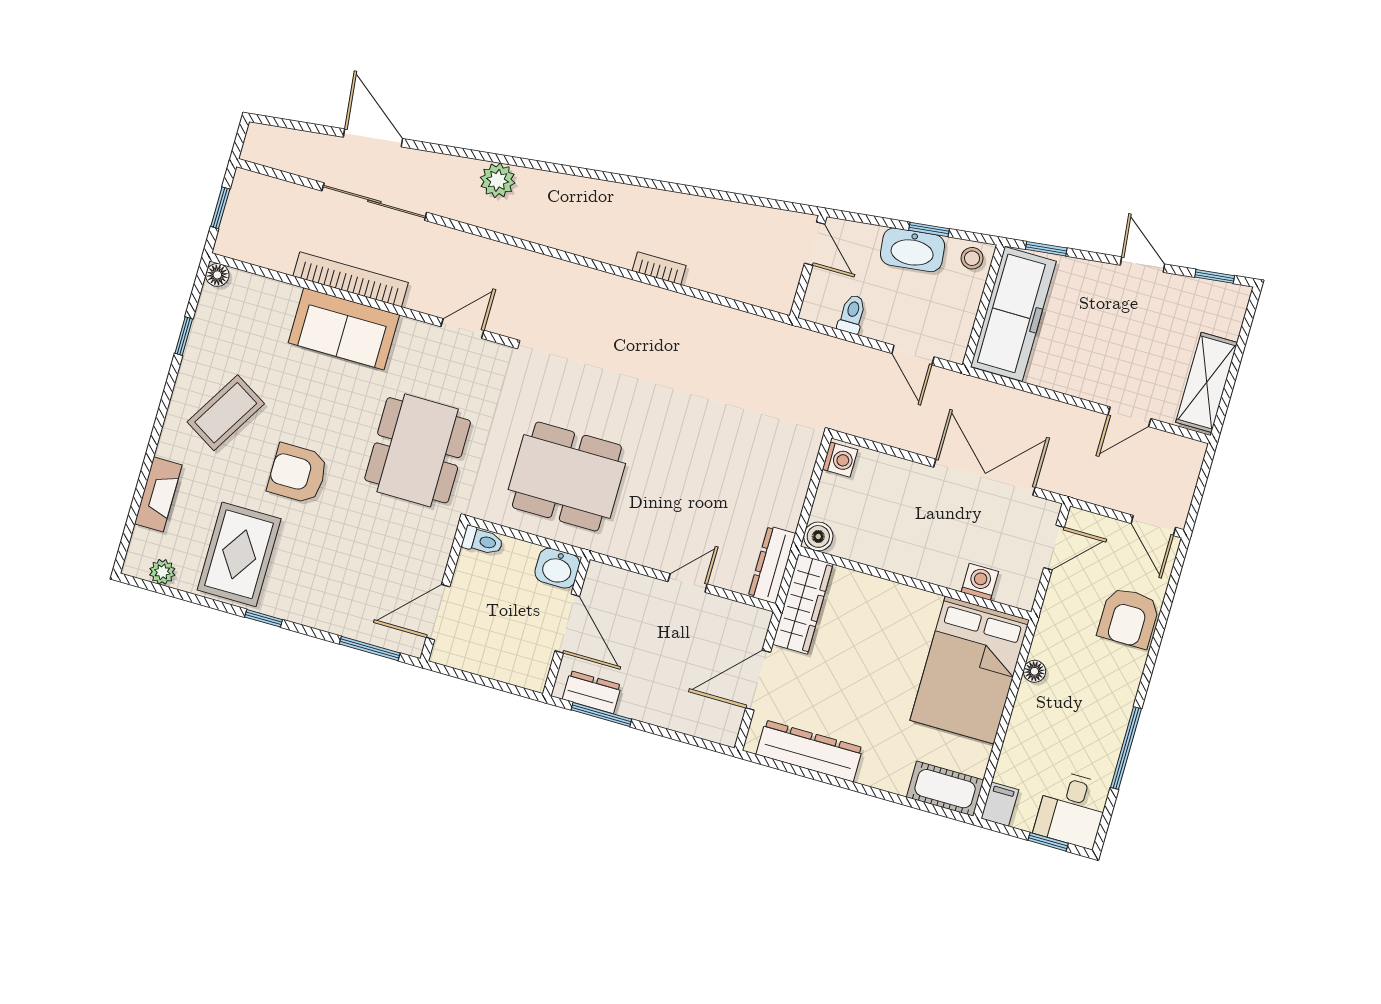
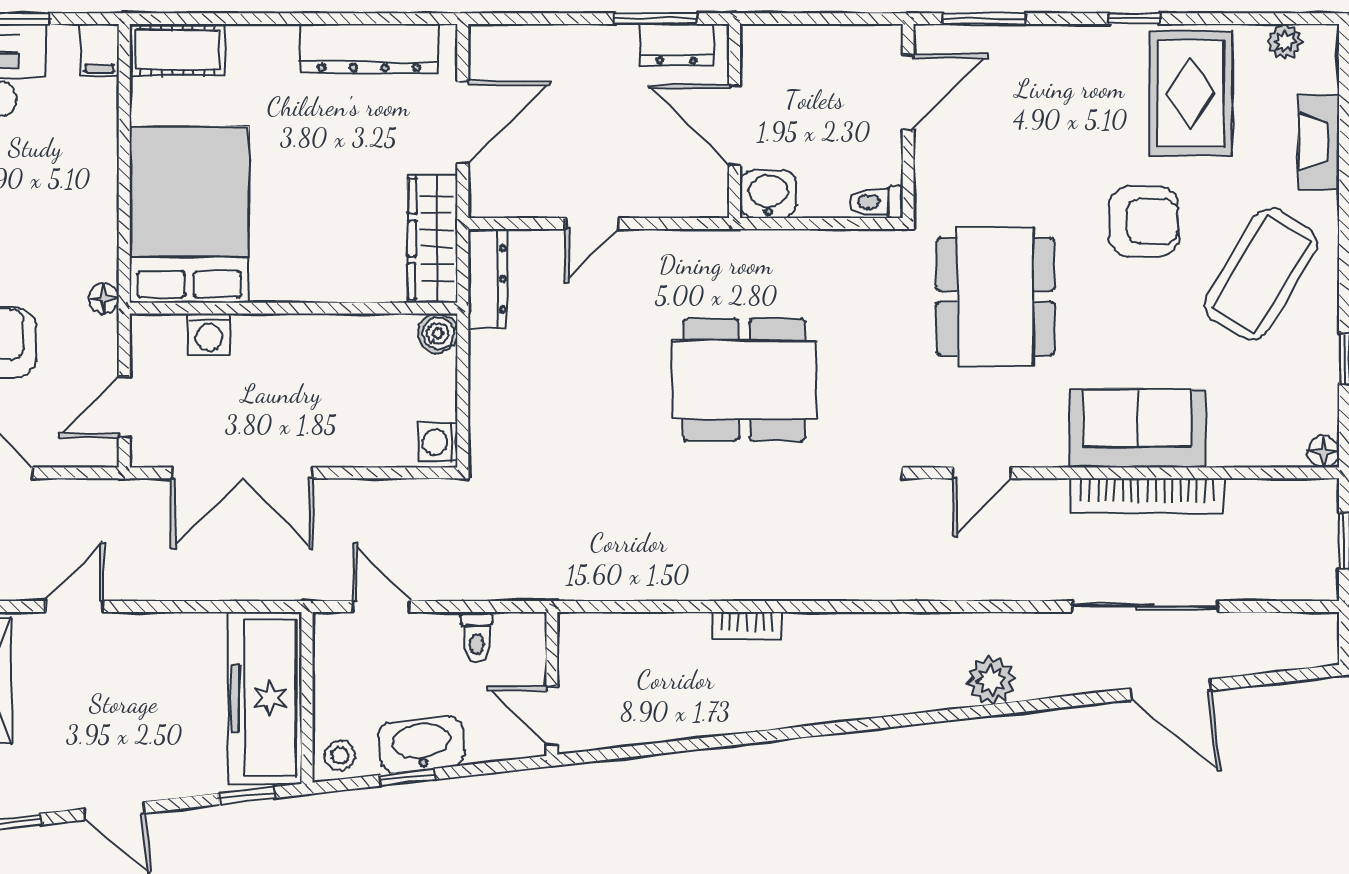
coffee table: (226, 413) -> (1261, 274), width x1.36, depth x1.32
dining table: (567, 477) -> (744, 380), moved
floor lamp: (1034, 671) -> (104, 299), moved

